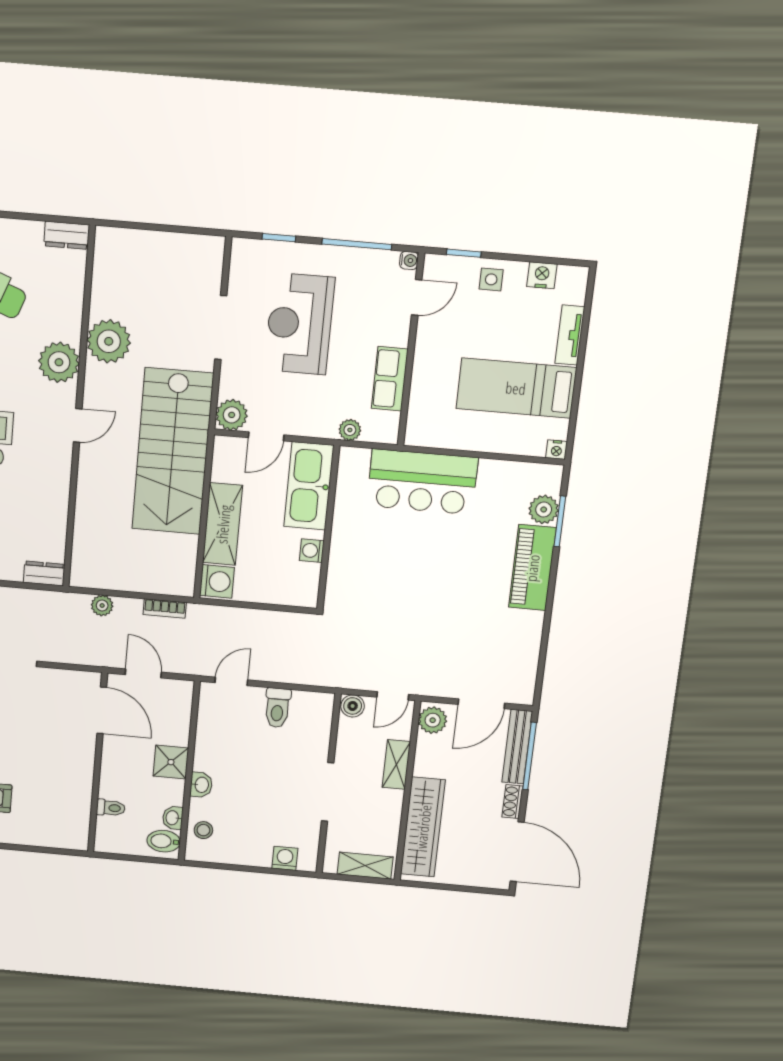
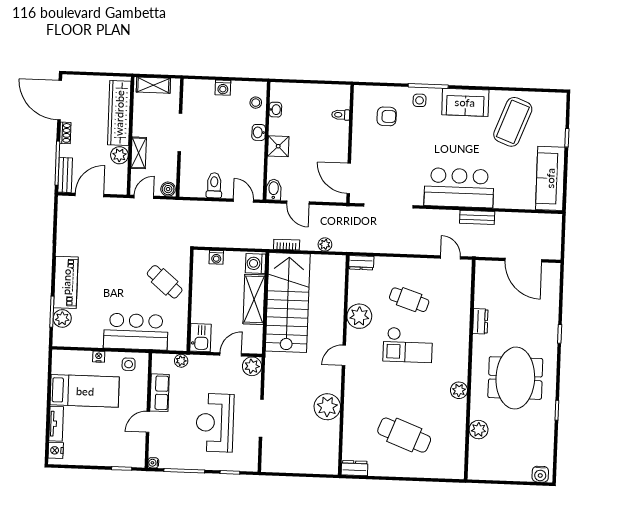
nightstand: (542, 275) -> (56, 450), moved, turned 90
side table: (491, 279) -> (129, 364), moved
door: (417, 297) -> (148, 422), moved
reception desk: (299, 324) -> (215, 423), turned 180
plant: (59, 362) -> (359, 316), moved
nightstand: (557, 450) -> (99, 357), moved
stairs: (173, 451) -> (288, 303), moved
kitchen sink: (309, 486) -> (200, 338), width x0.53, depth x0.81
washing machine: (312, 551) -> (216, 257), moved, turned 90
cafe table: (368, 560) -> (165, 282), added
door: (231, 681) -> (243, 201), swing flipped
door: (102, 710) -> (349, 178), moved
plant: (433, 720) -> (119, 155), moved
bench: (517, 747) -> (65, 175), width x0.73
wall: (98, 763) -> (350, 144), moved
toilet: (111, 808) -> (341, 115), moved
bidet: (164, 841) -> (274, 190), moved, turned -90
washing machine: (285, 858) -> (223, 88), moved

